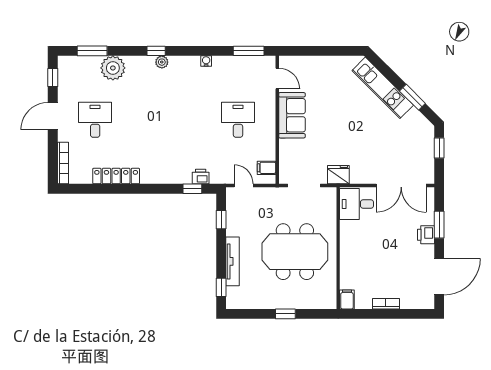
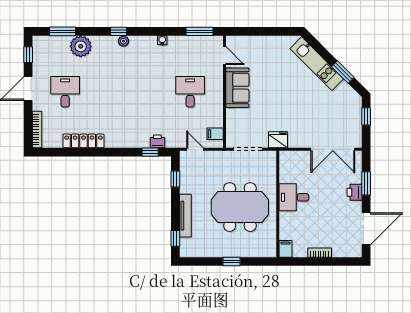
desk: (357, 204) -> (294, 197), moved

